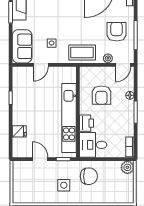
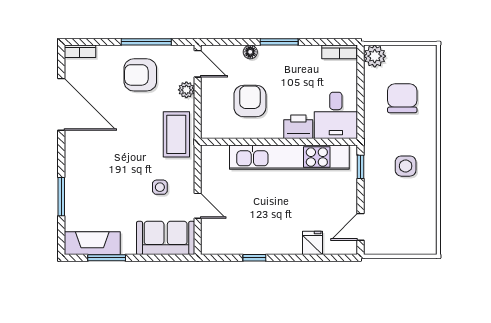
armchair: (101, 95) -> (250, 101), turned -90
door: (40, 159) -> (361, 227), moved
chair: (89, 176) -> (402, 98), moved

